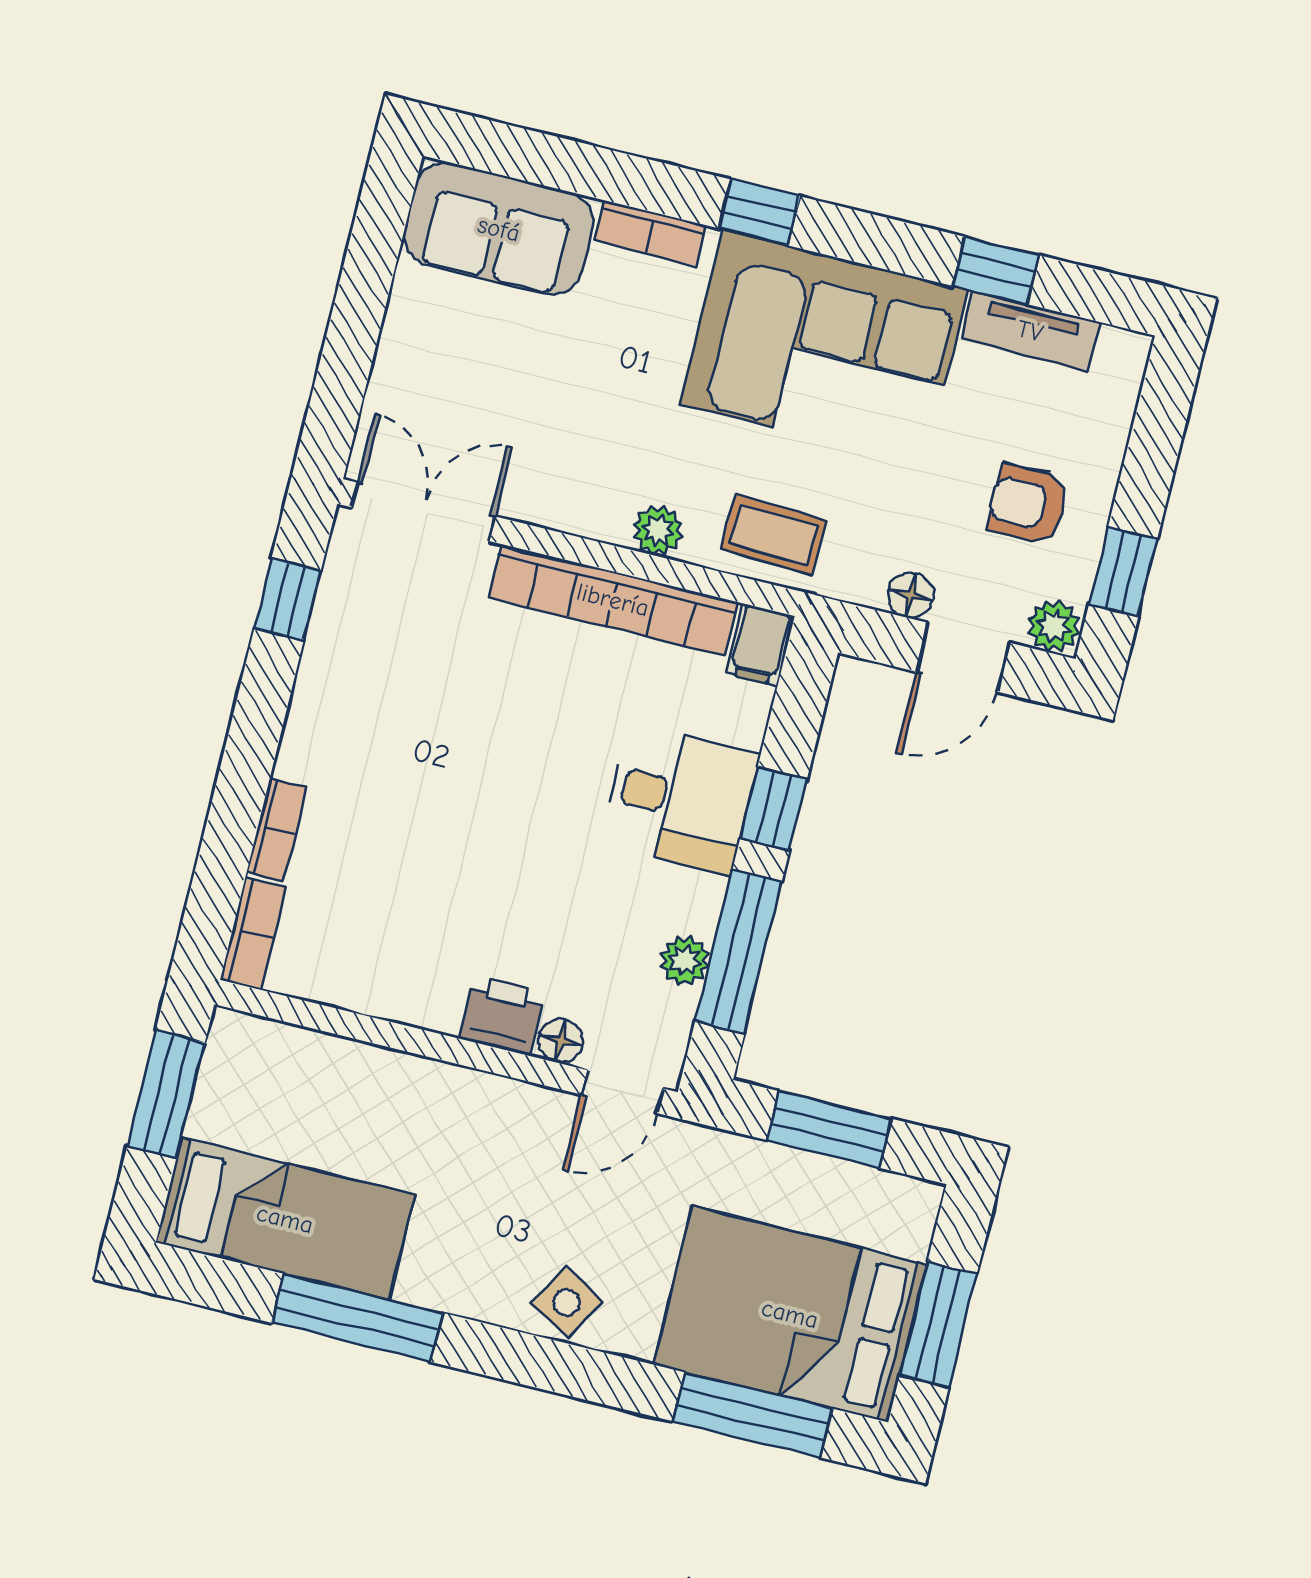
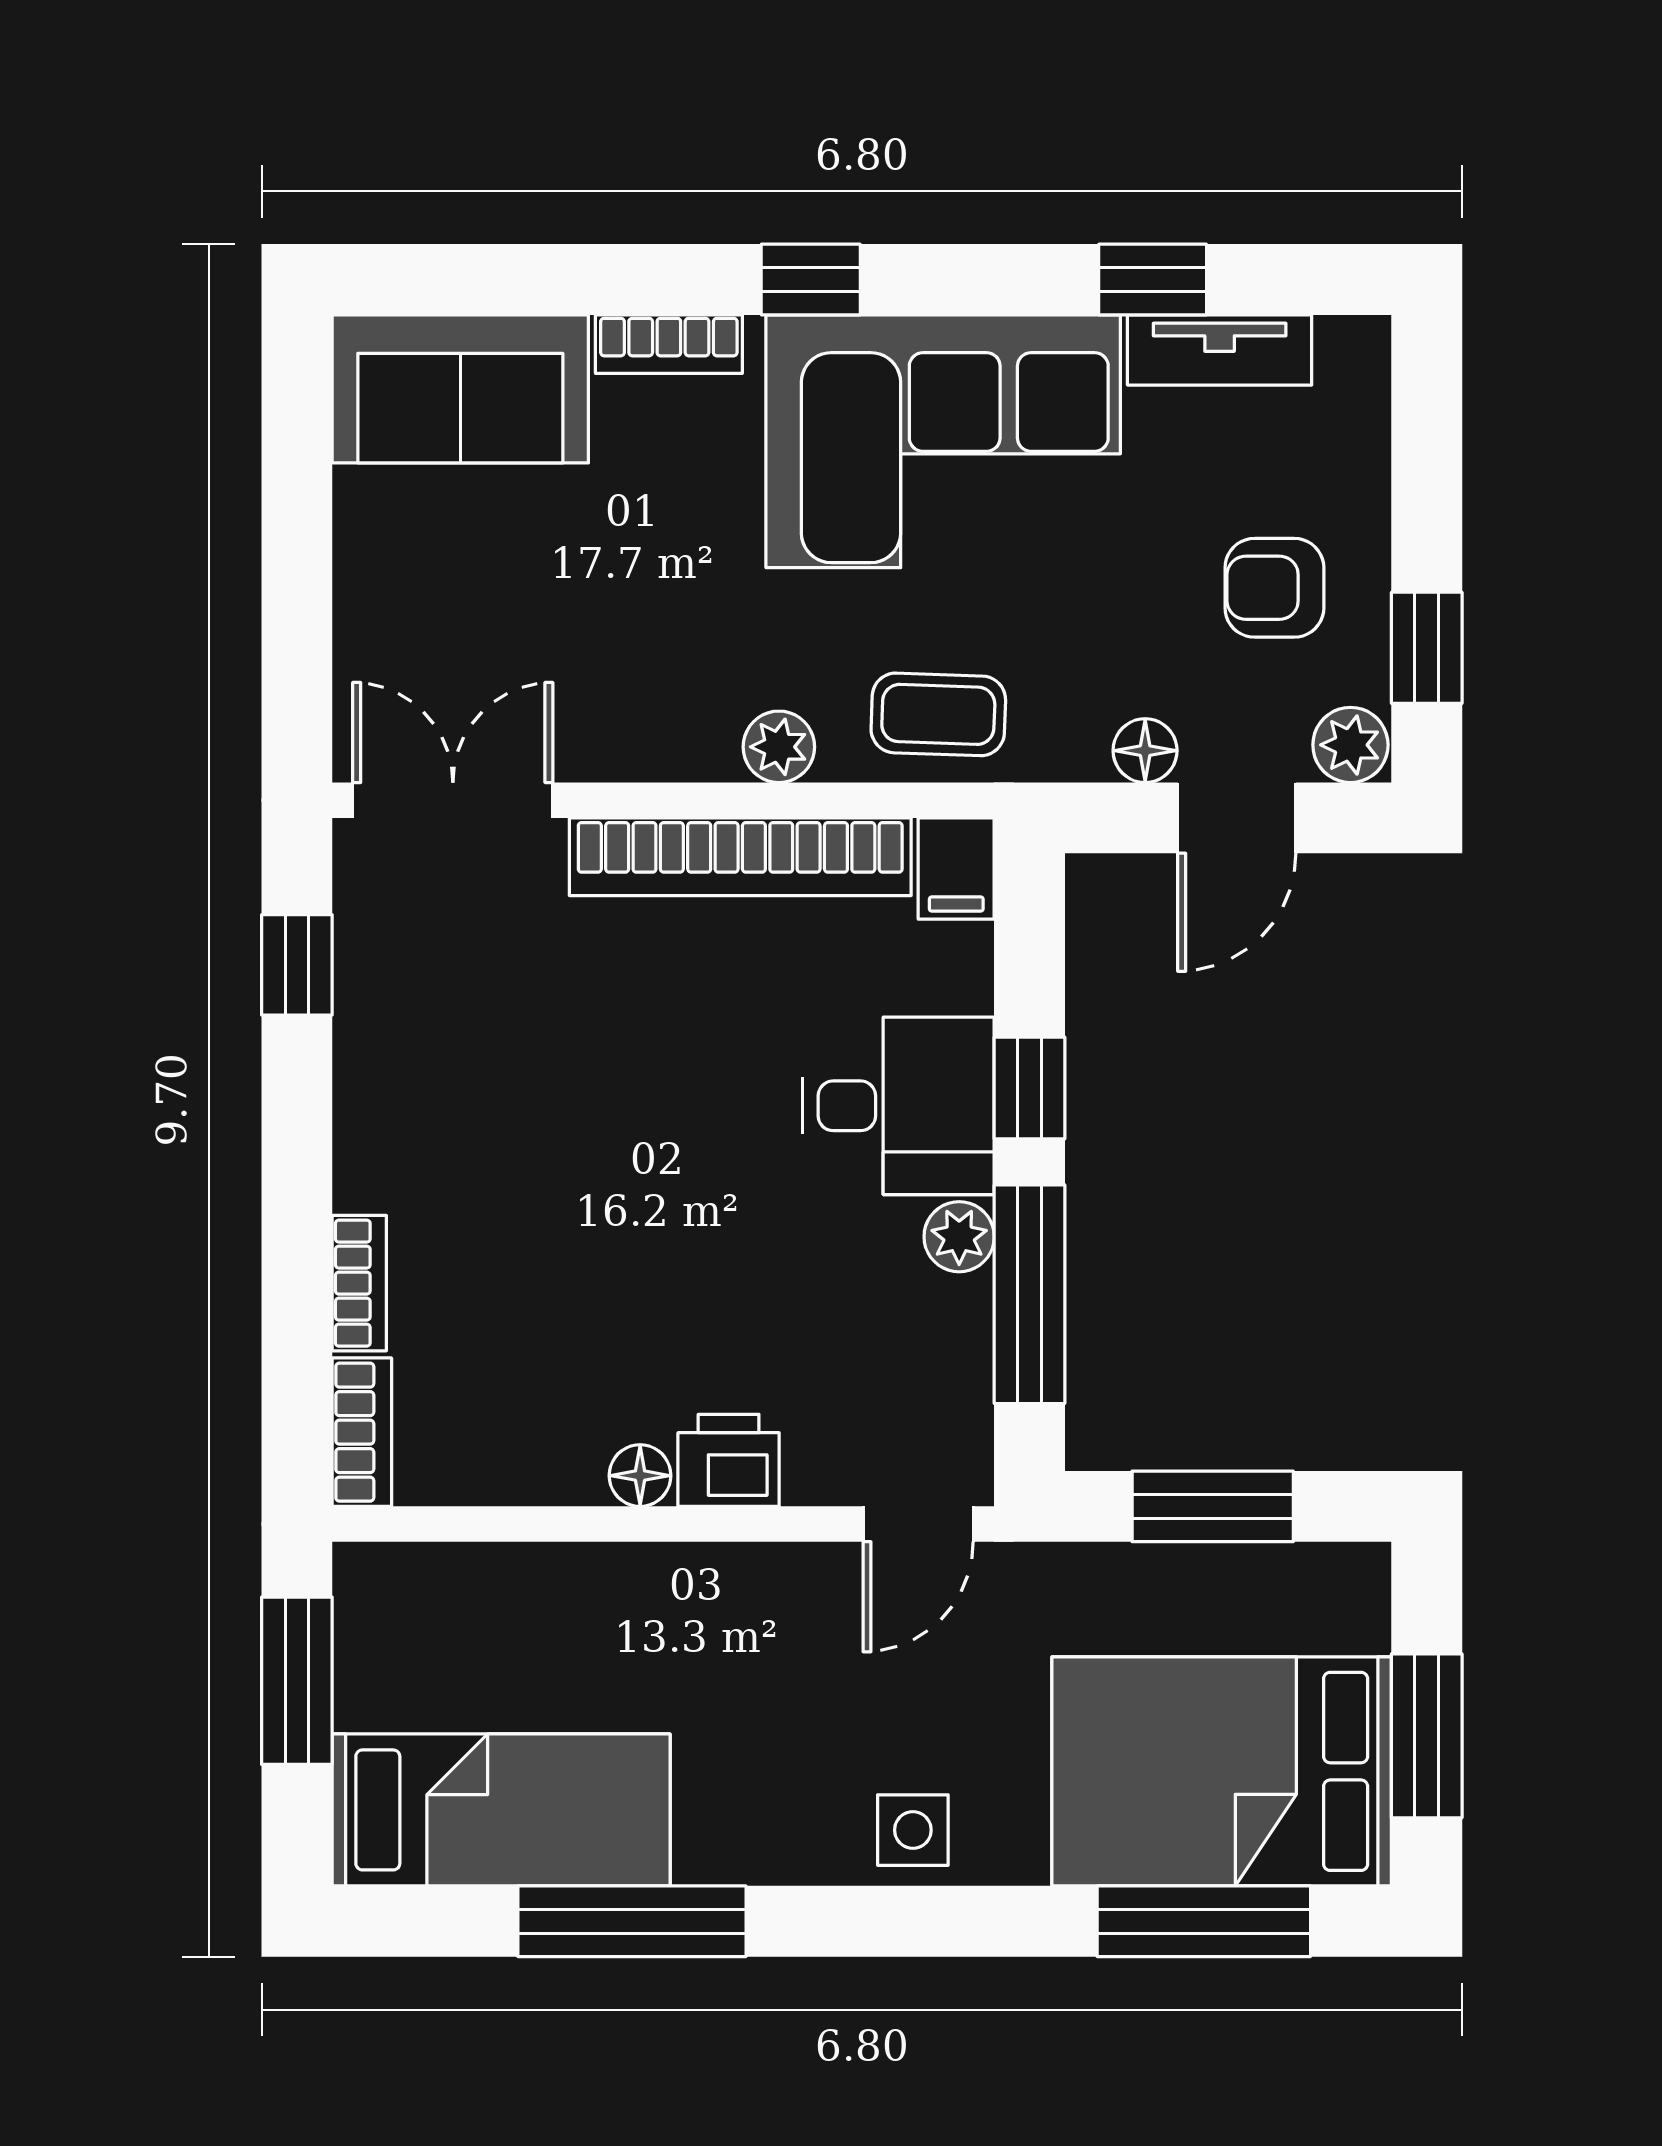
plant: (685, 960) -> (959, 1237), moved
floor lamp: (561, 1041) -> (640, 1476), moved
side table: (567, 1302) -> (913, 1830), turned -30

